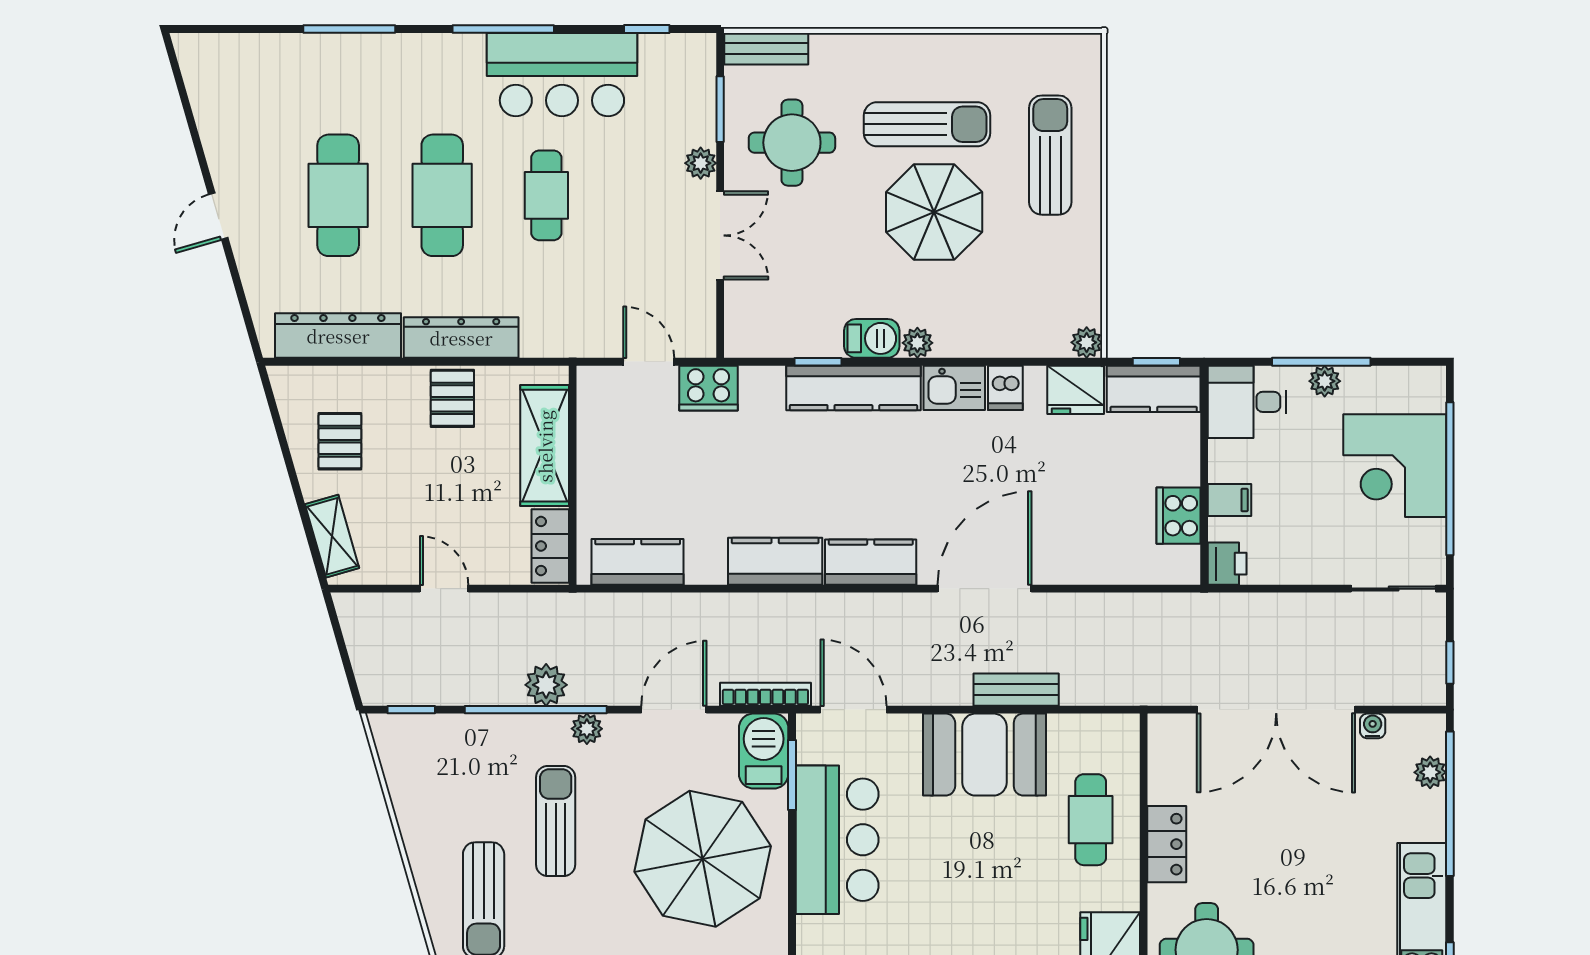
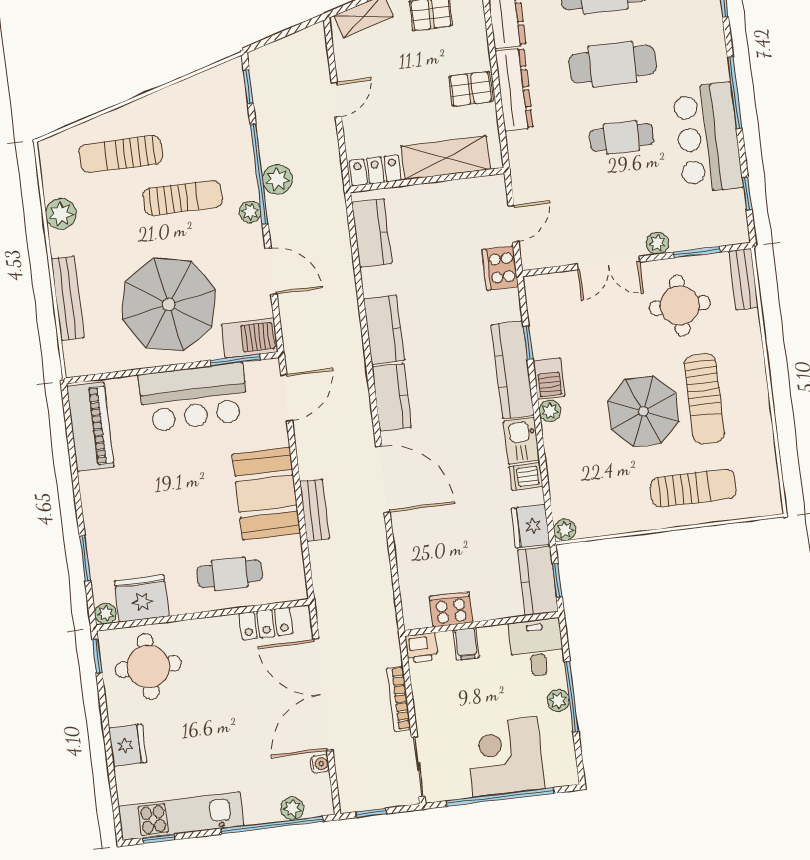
bookcase: (765, 694) -> (399, 699), moved, turned 180
locker: (1167, 844) -> (266, 624), moved

